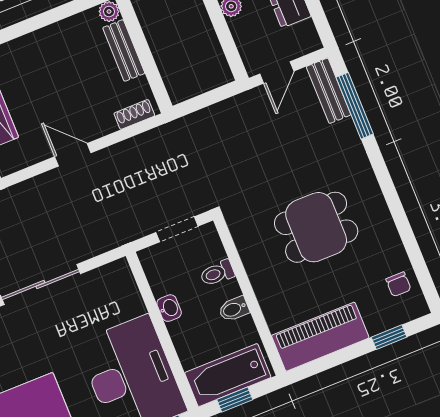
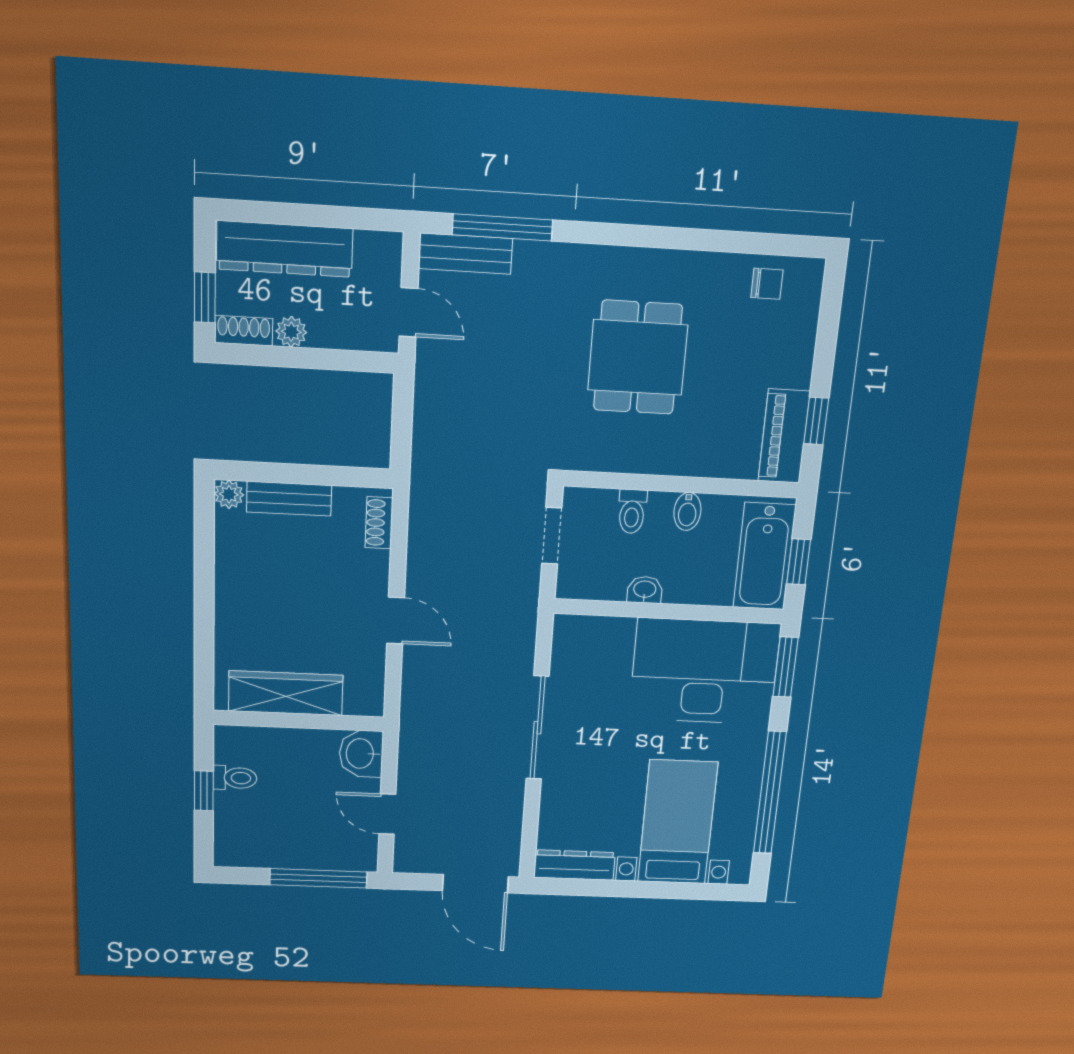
door: (73, 155) -> (396, 621), swing flipped
piano: (320, 337) -> (784, 436), width x0.73, depth x0.75
window: (389, 337) -> (816, 421), moved

